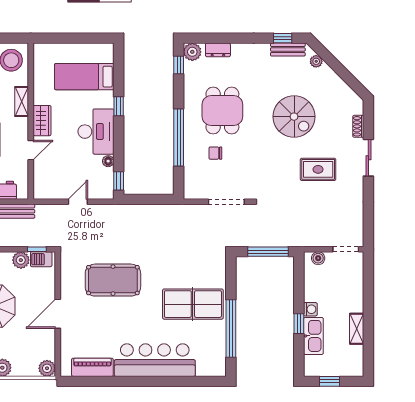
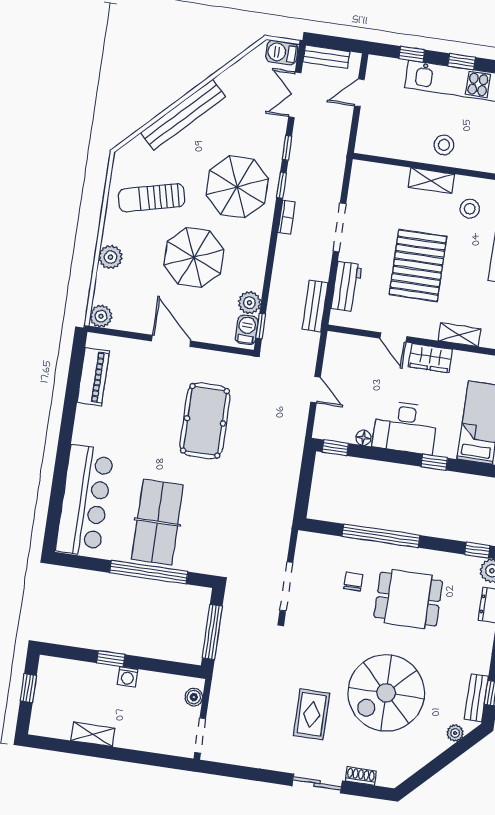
spiral stairs: (294, 117) -> (386, 693), width x1.37, depth x1.37
window: (231, 328) -> (149, 572), moved
kitchen sink: (313, 336) -> (92, 676), removed
bar counter: (155, 360) -> (85, 501), moved

